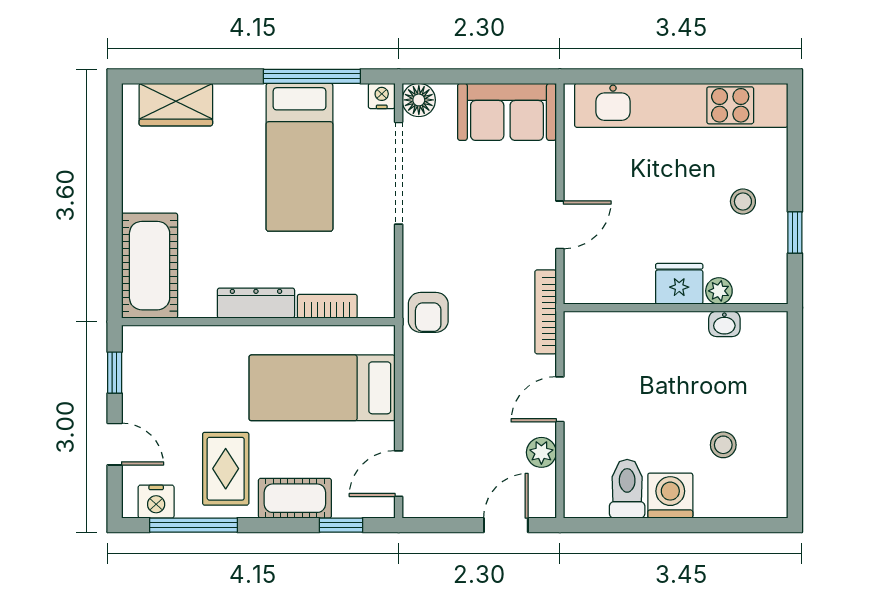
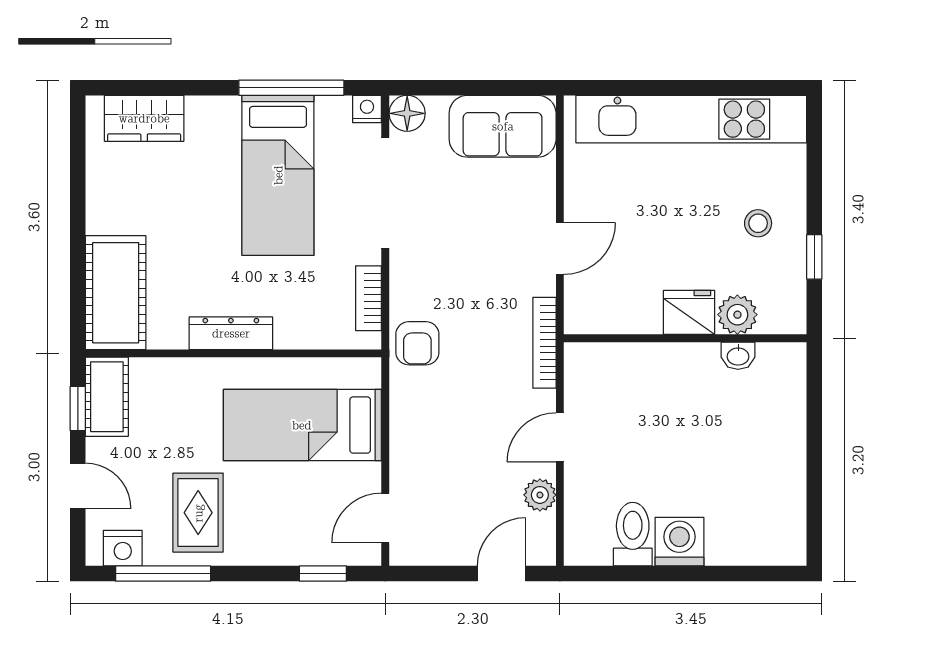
plant: (719, 291) -> (737, 315), width x1.38, depth x1.38
bookcase: (327, 306) -> (369, 298), moved, turned -90
stool: (723, 445) -> (737, 487), removed
cot: (295, 498) -> (107, 397), moved, turned 90

